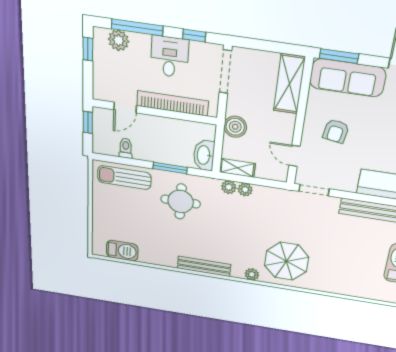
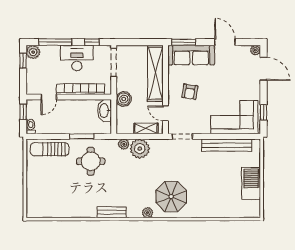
plant: (119, 40) -> (33, 52), moved
desk: (170, 57) -> (77, 58), width x1.37
shelving: (289, 84) -> (155, 73), width x1.47
toilet: (126, 148) -> (31, 127), moved
washbasin: (204, 155) -> (104, 111), moved
shelving: (237, 168) -> (146, 129), moved
plant: (245, 190) -> (140, 149), width x1.88, depth x1.88
barbecue: (122, 251) -> (50, 210), removed
bench: (204, 266) -> (112, 212), width x0.73

